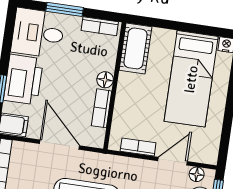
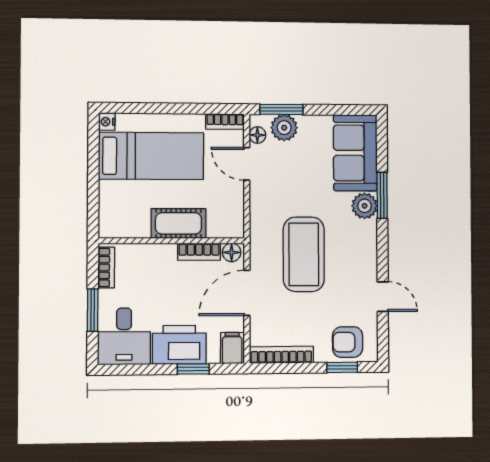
cot: (135, 48) -> (178, 223), moved
floor lamp: (105, 80) -> (232, 252), moved
bookcase: (138, 147) -> (225, 121), moved, turned -90

